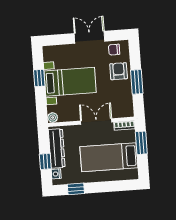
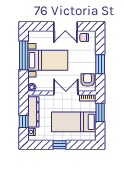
double door: (89, 37) -> (65, 26), swing flipped
armchair: (119, 71) -> (88, 80), moved
window: (39, 78) -> (24, 55), width x2.17
window: (76, 189) -> (60, 145), moved

